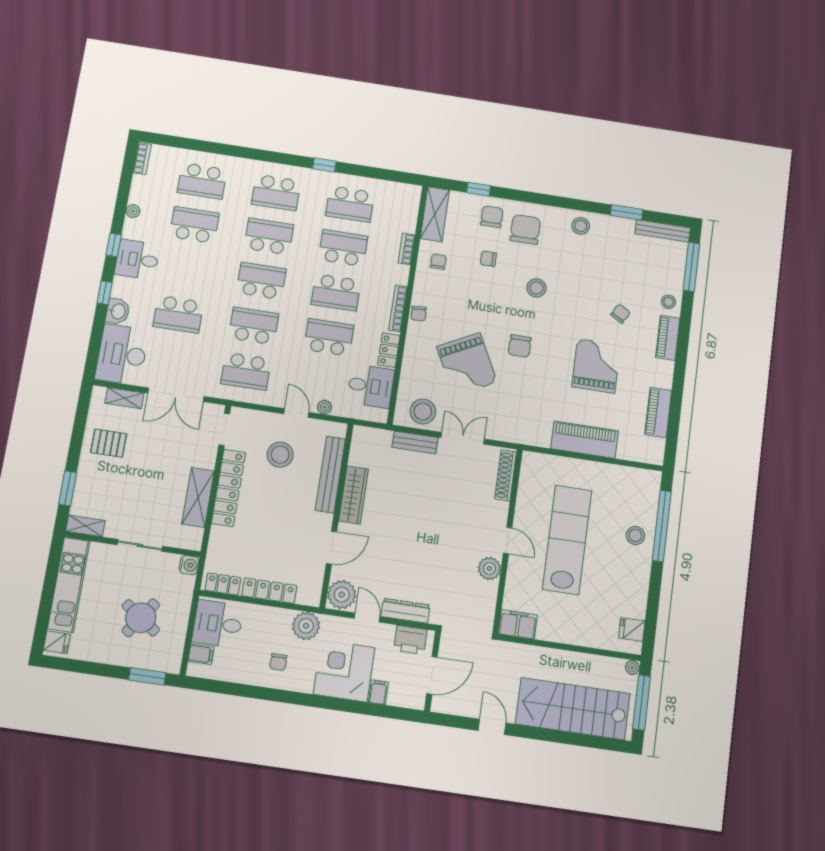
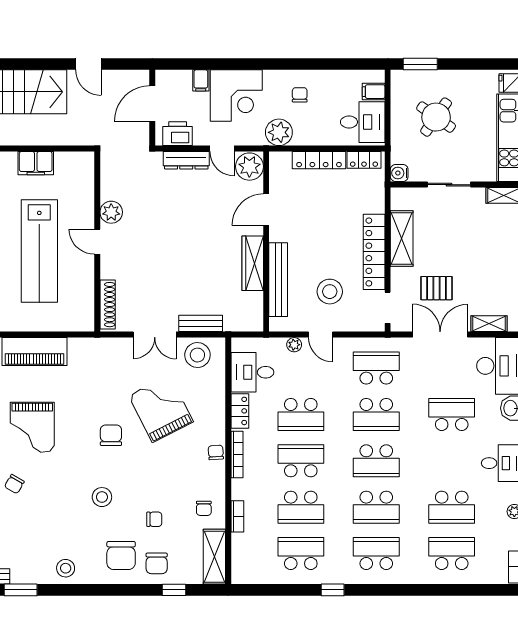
pallet: (109, 443) -> (436, 288), moved
filing cabinet: (518, 624) -> (36, 163), moved

